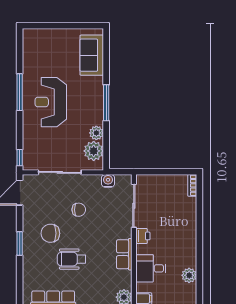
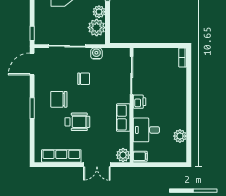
water cooler: (108, 181) -> (96, 54), moved
wheelchair: (72, 259) -> (77, 122), turned 180

